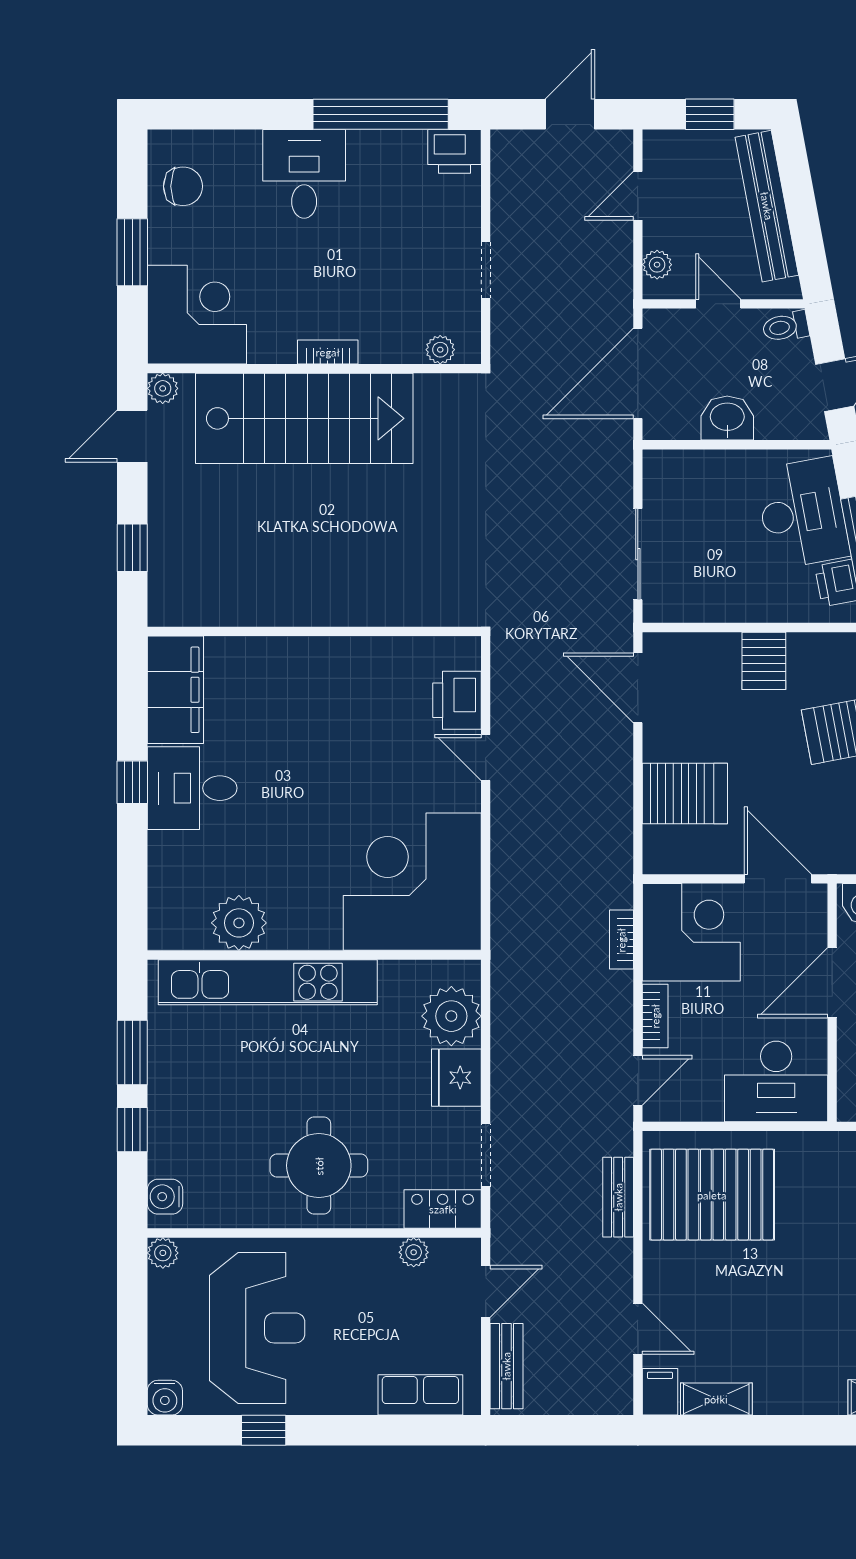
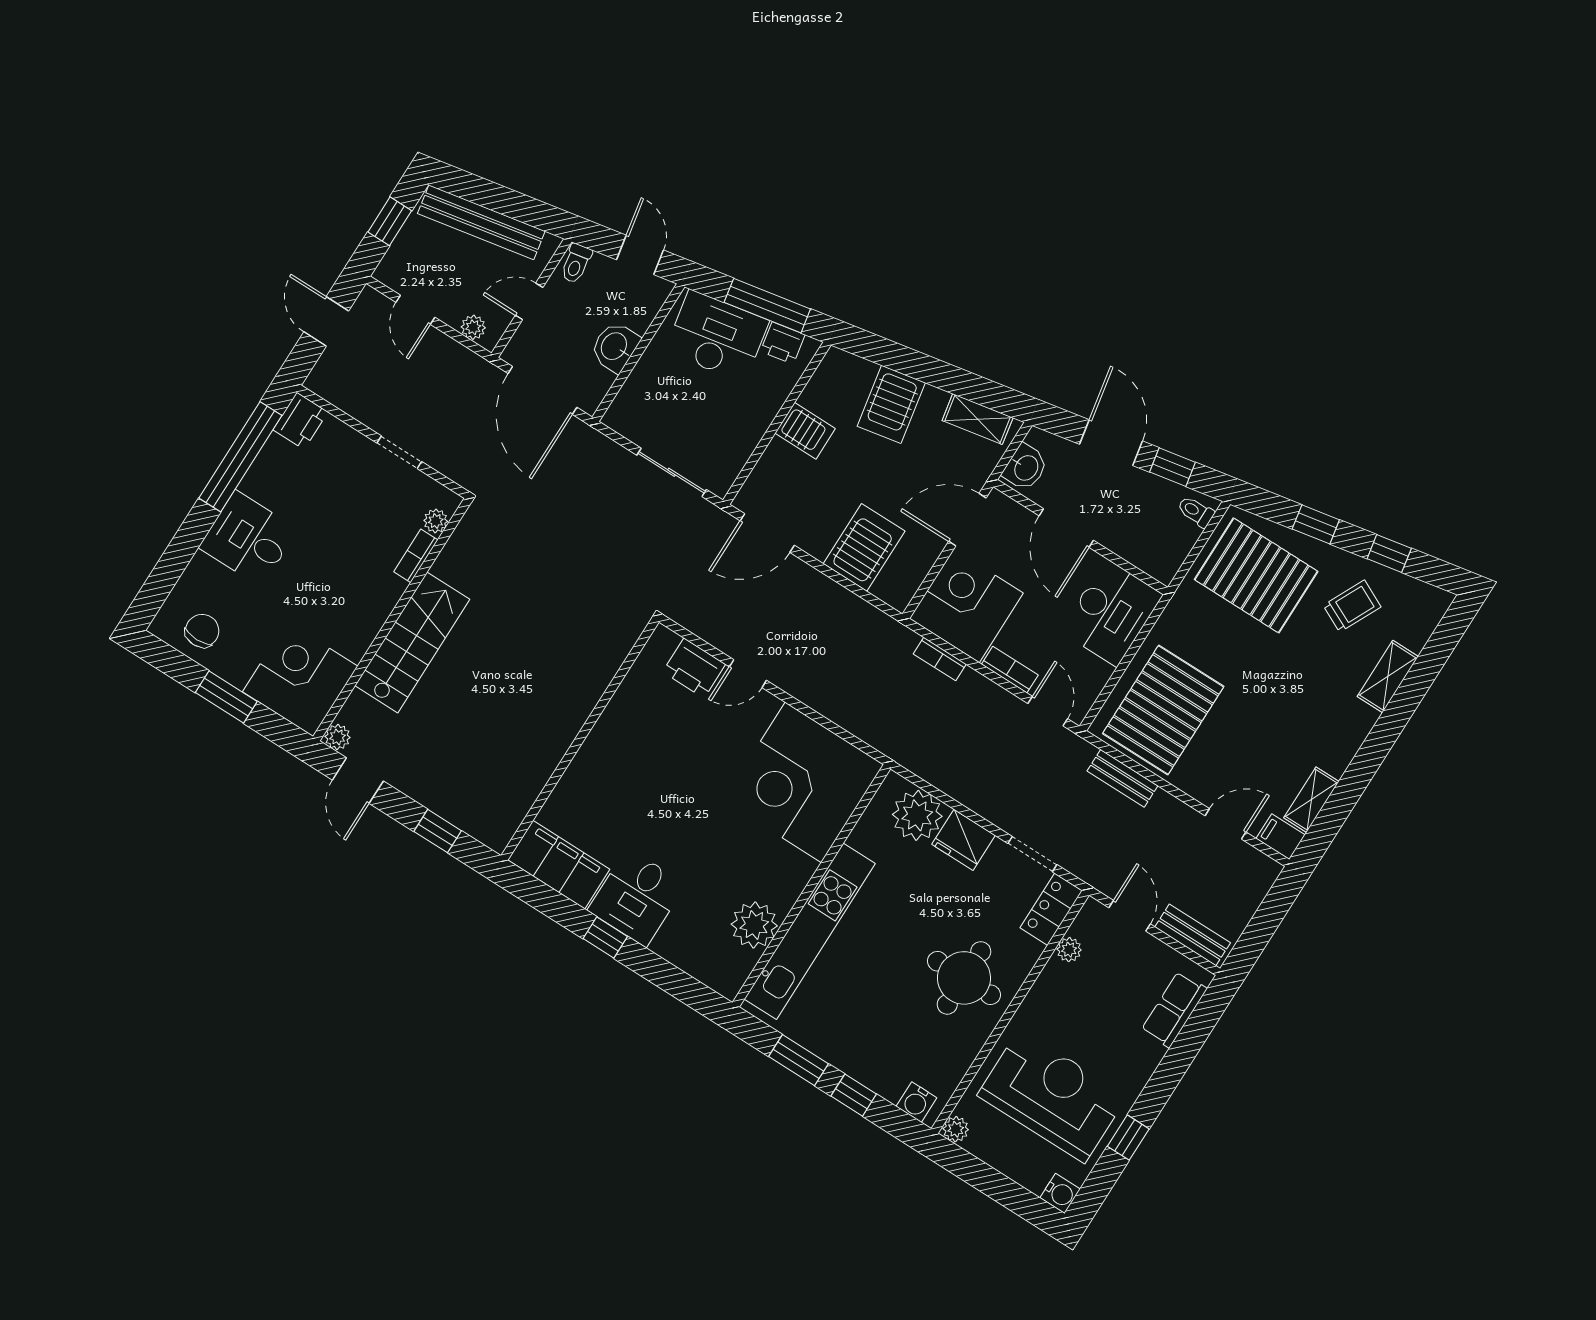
bookcase: (328, 352) -> (416, 556), moved
stairs: (304, 418) -> (412, 642), width x0.73, depth x0.66

